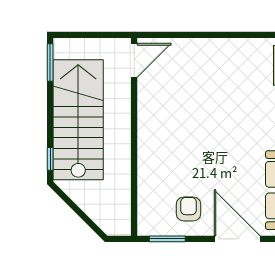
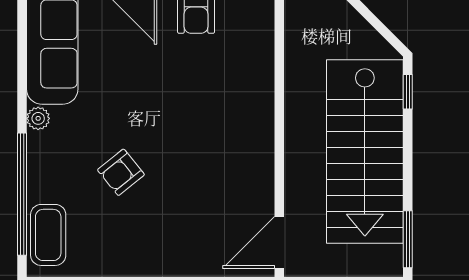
armchair: (238, 106) -> (121, 172), added

